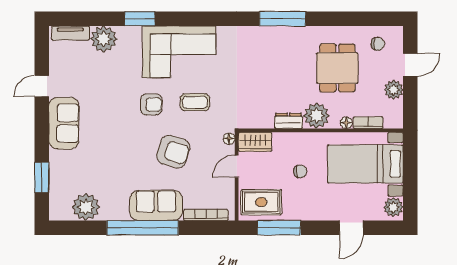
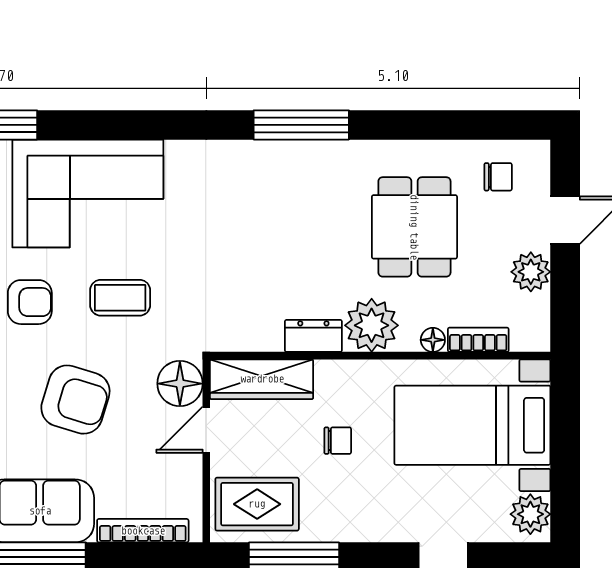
floor lamp: (229, 139) -> (180, 384), width x1.89, depth x1.89
wardrobe: (255, 142) -> (262, 379), width x1.50

